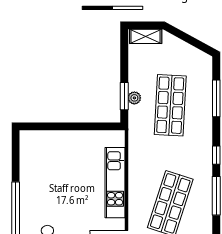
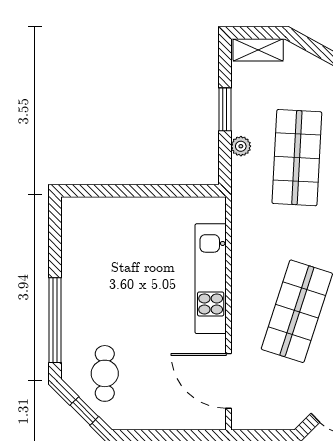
window: (124, 96) -> (225, 109), moved

